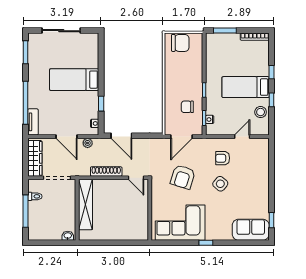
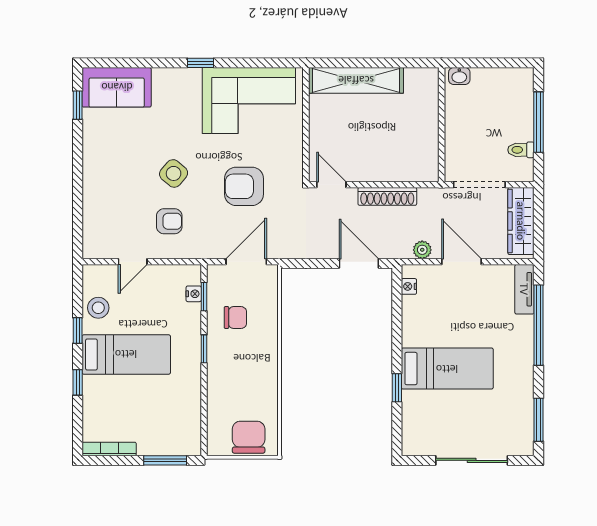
chair: (180, 43) -> (249, 437), turned 90
window: (101, 104) -> (397, 388), moved
armchair: (183, 177) -> (244, 186), turned -107
shelving: (86, 205) -> (356, 80), moved, turned 90

